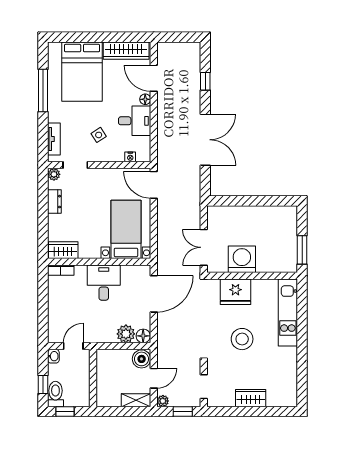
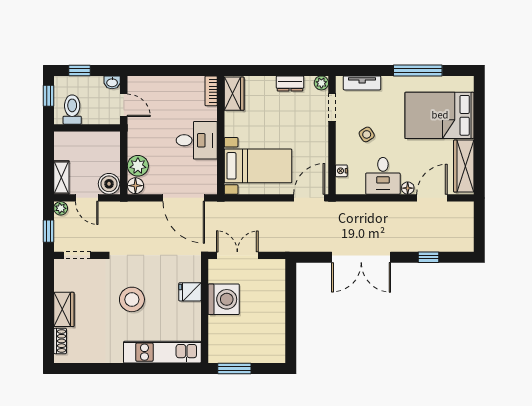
fridge: (235, 292) -> (190, 292), width x0.53, depth x0.75
toilet: (55, 394) -> (72, 110), moved, turned -90
shoe rack: (278, 401) -> (60, 341), added

